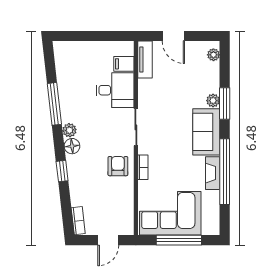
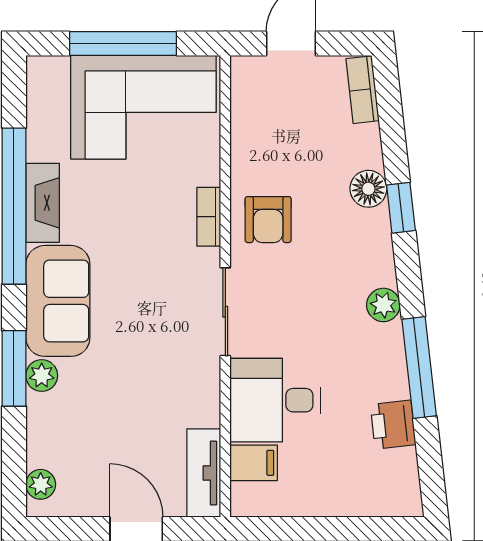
printer: (65, 80) -> (393, 425), added
floor lamp: (72, 146) -> (368, 189), moved

